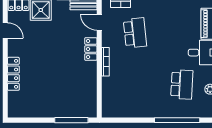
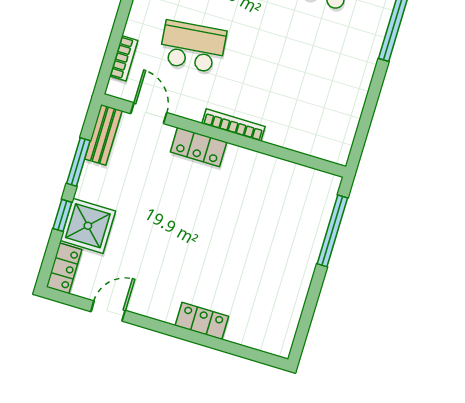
door: (99, 22) -> (149, 113), swing flipped
locker: (13, 74) -> (202, 321), width x0.66

